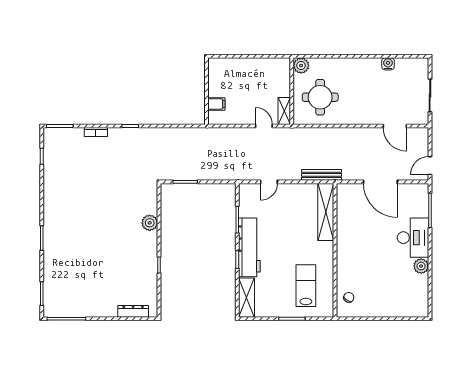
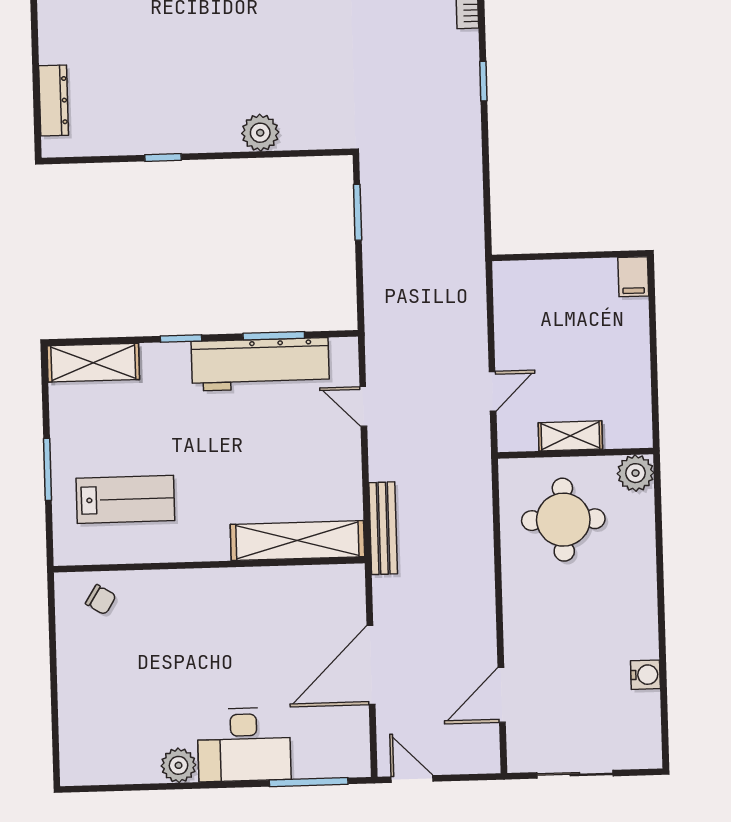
filing cabinet: (216, 104) -> (633, 277), moved
shelving: (284, 111) -> (570, 436), moved
workbench: (249, 247) -> (260, 364), moved

